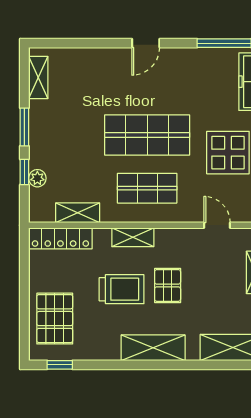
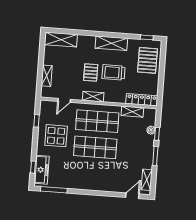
door: (146, 43) -> (132, 196), moved
shop shelf: (147, 188) -> (97, 121), width x1.43, depth x1.36
door: (217, 225) -> (64, 100), hinge flipped
shelving: (133, 237) -> (93, 97), moved
shelving: (153, 348) -> (111, 43), moved

